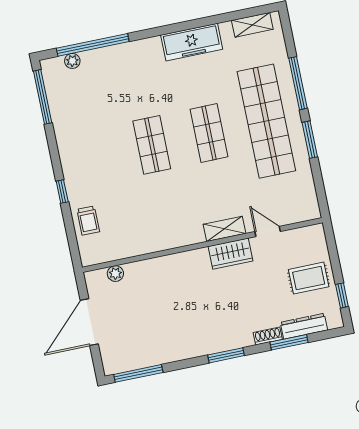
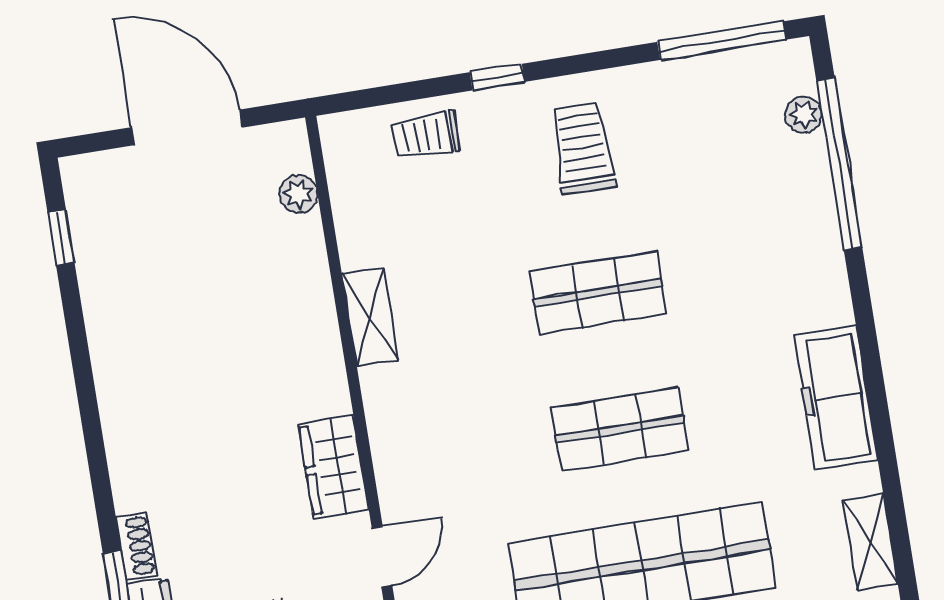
trolley: (91, 154) -> (583, 148), added
shelving: (224, 229) -> (370, 317), moved
window: (226, 355) -> (95, 446), removed
window: (138, 373) -> (61, 238), width x0.46

